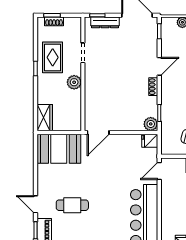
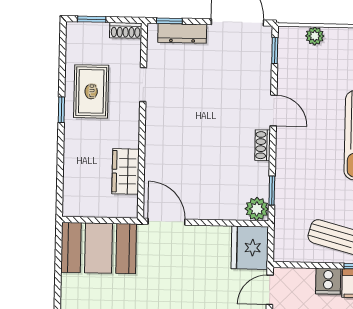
shoe rack: (54, 21) -> (126, 30), moved
door: (159, 66) -> (274, 110), hinge flipped
plant: (74, 82) -> (127, 135), removed
wardrobe: (45, 118) -> (125, 171), moved, turned 180
door: (98, 133) -> (166, 222), swing flipped
fridge: (150, 141) -> (250, 248), width x1.88, depth x1.34

